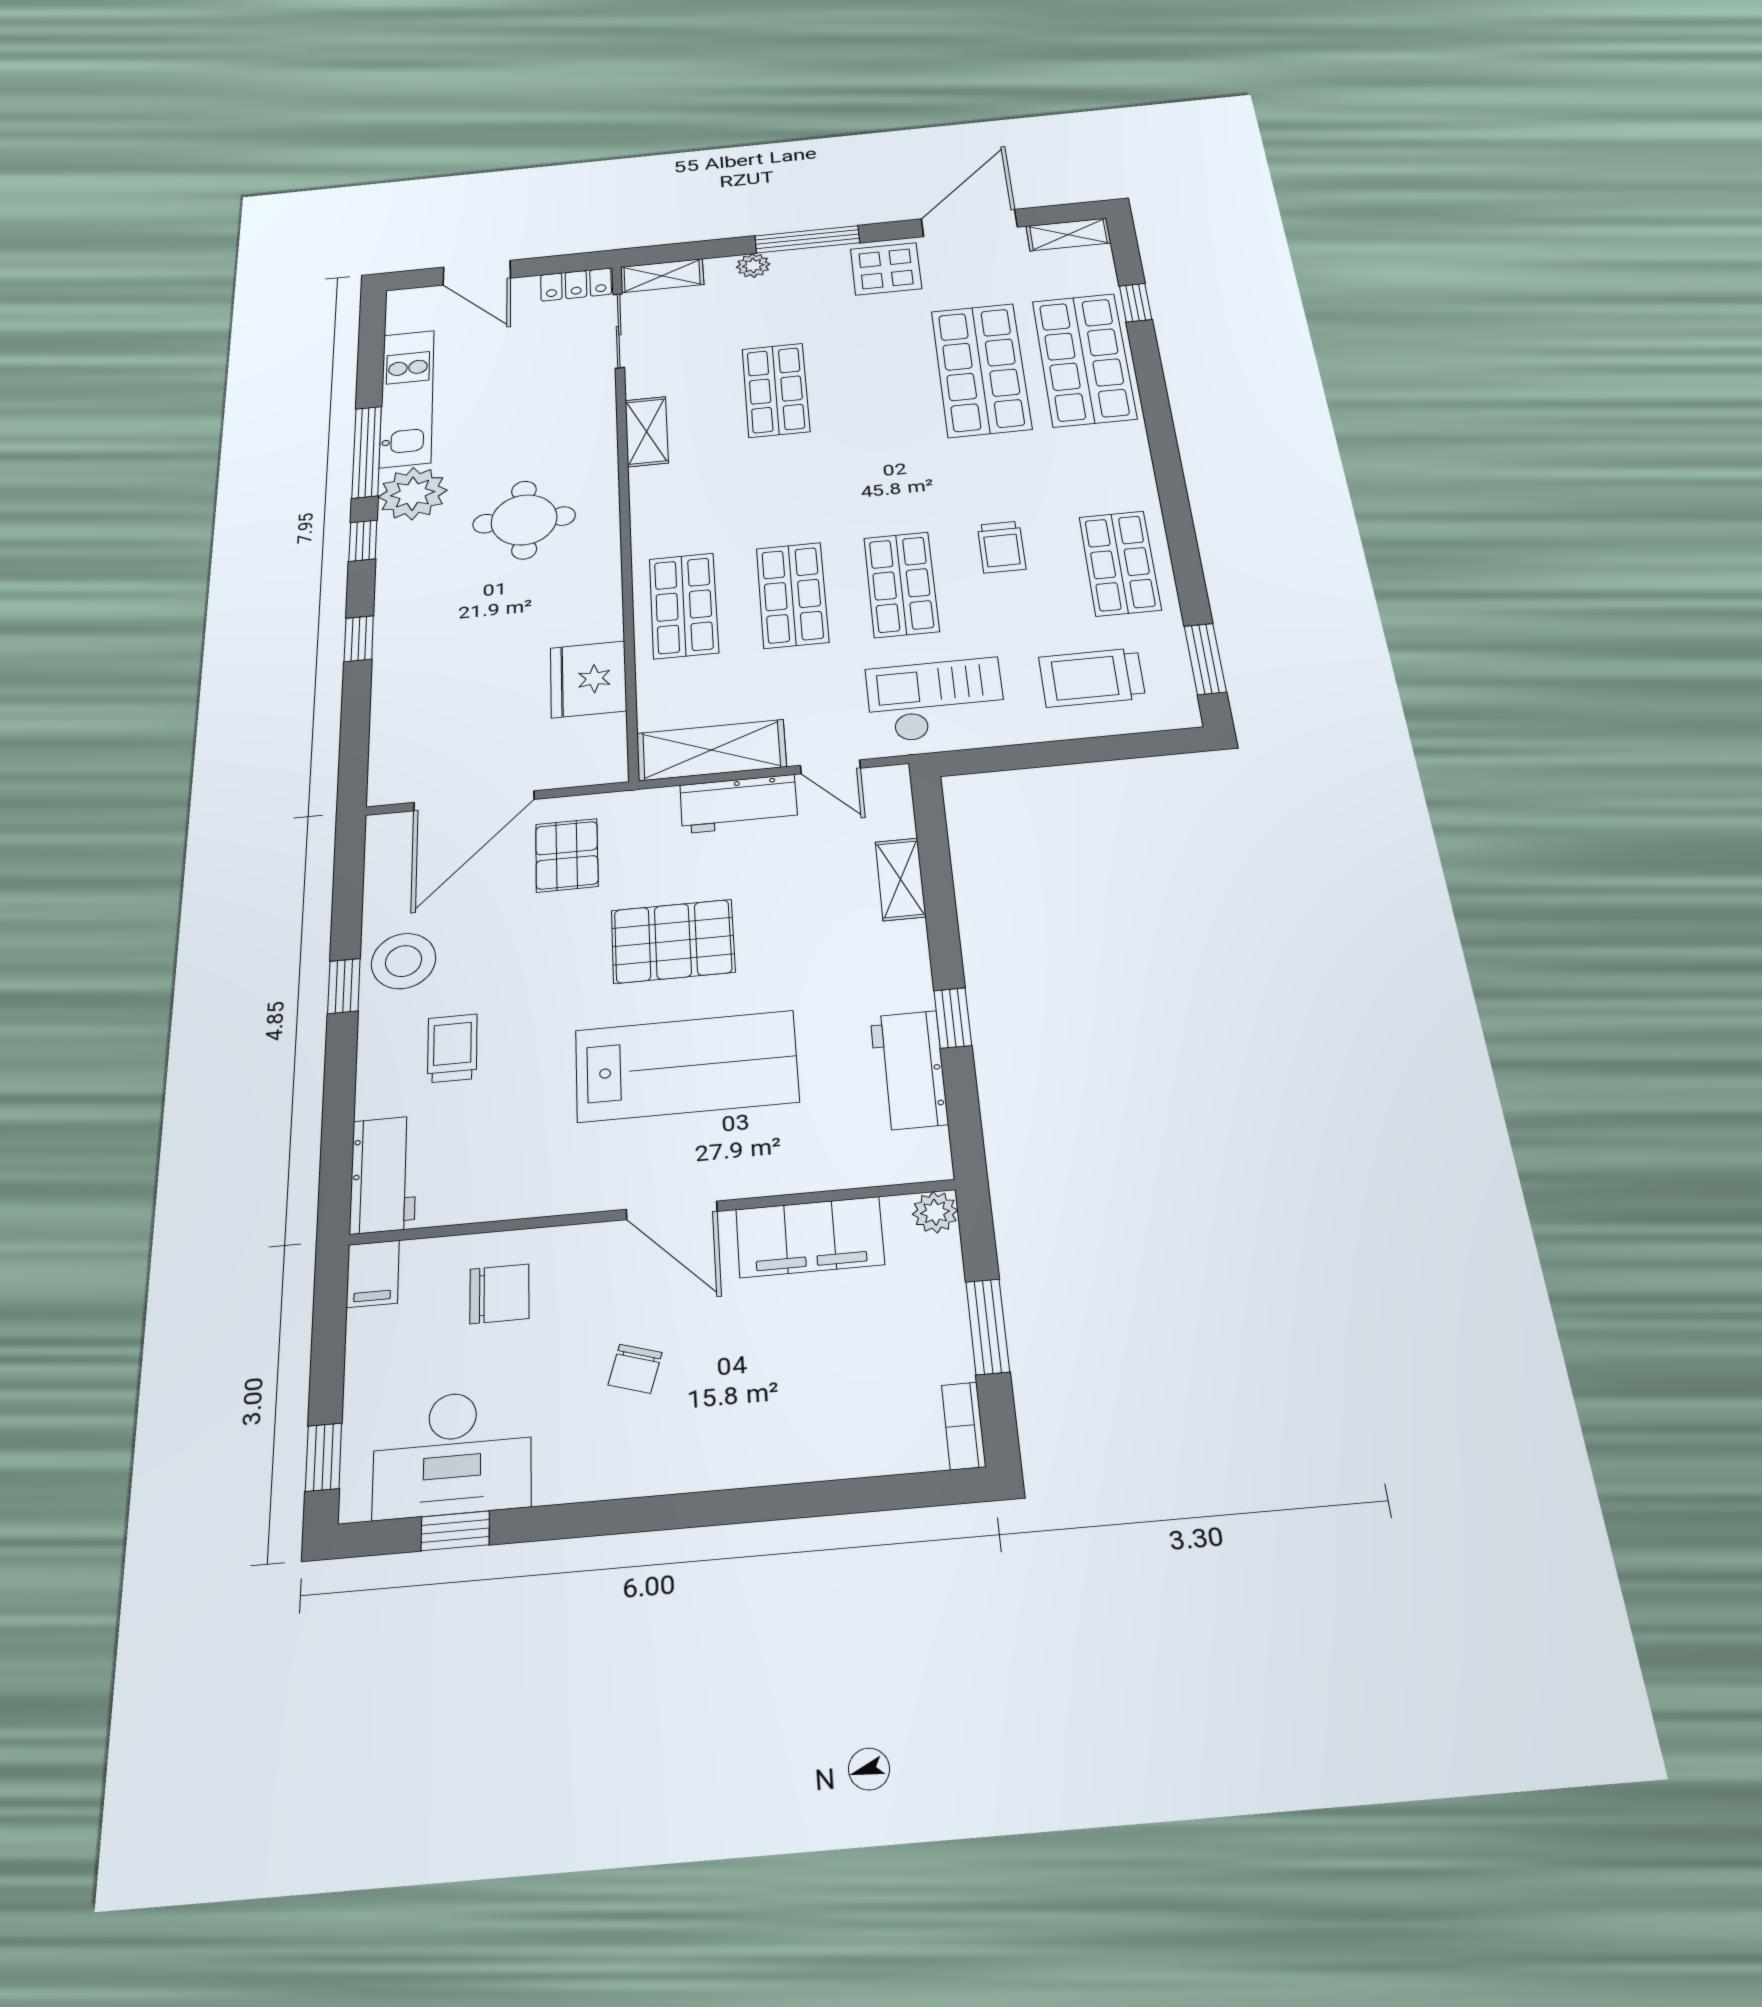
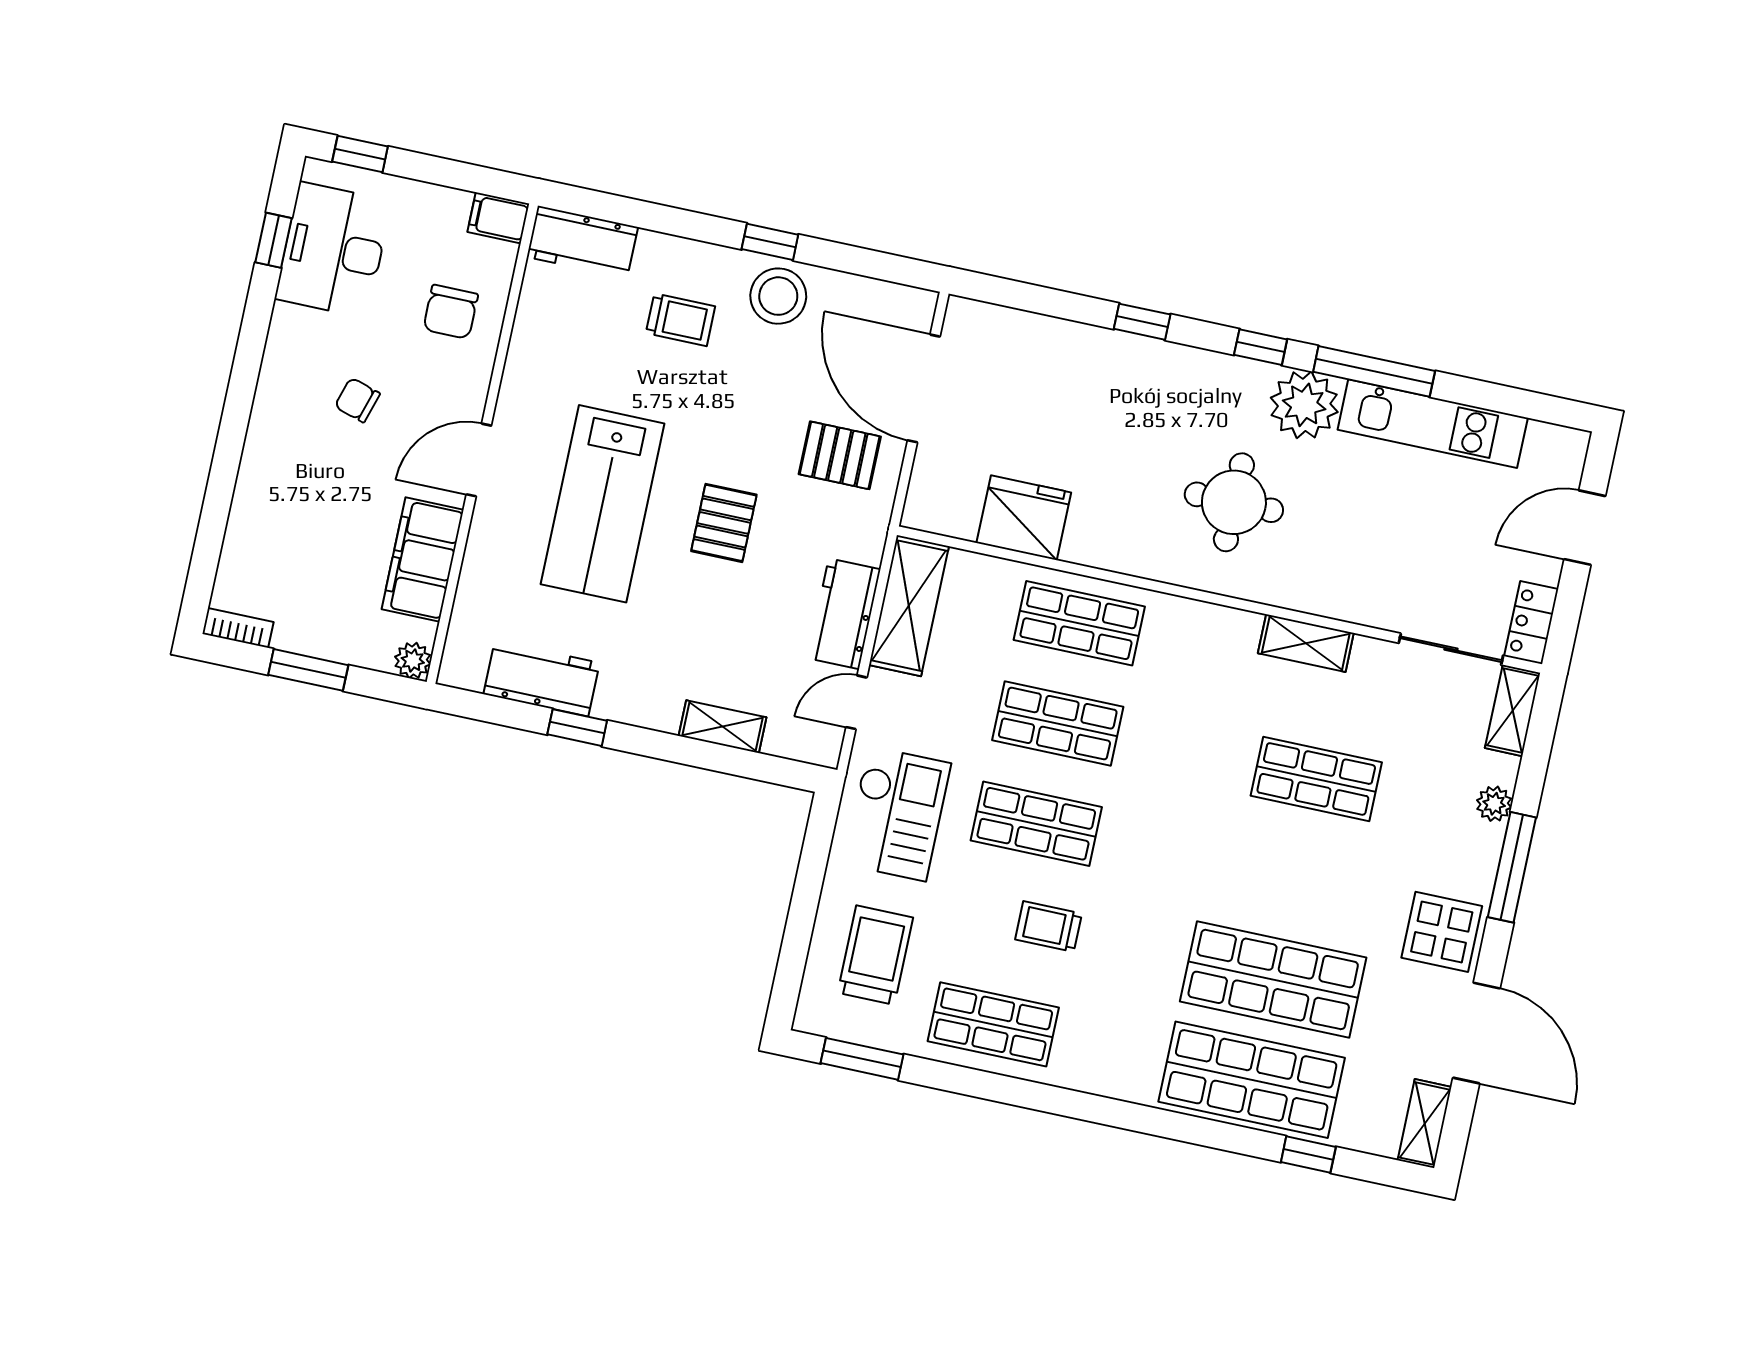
pallet: (673, 941) -> (724, 523), width x0.67, depth x0.71

